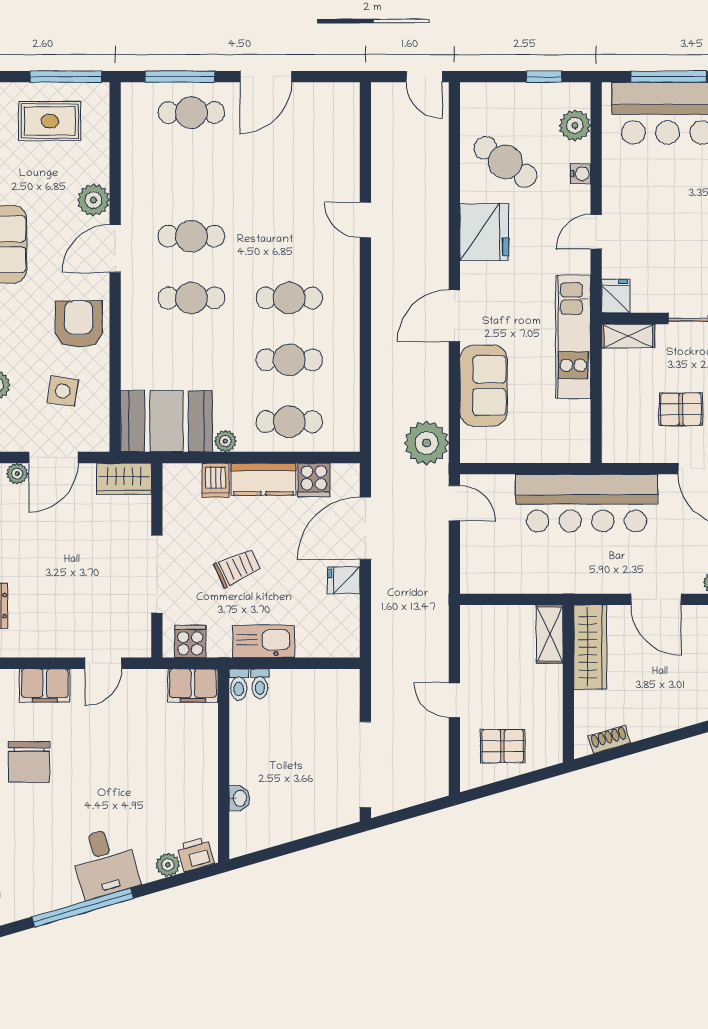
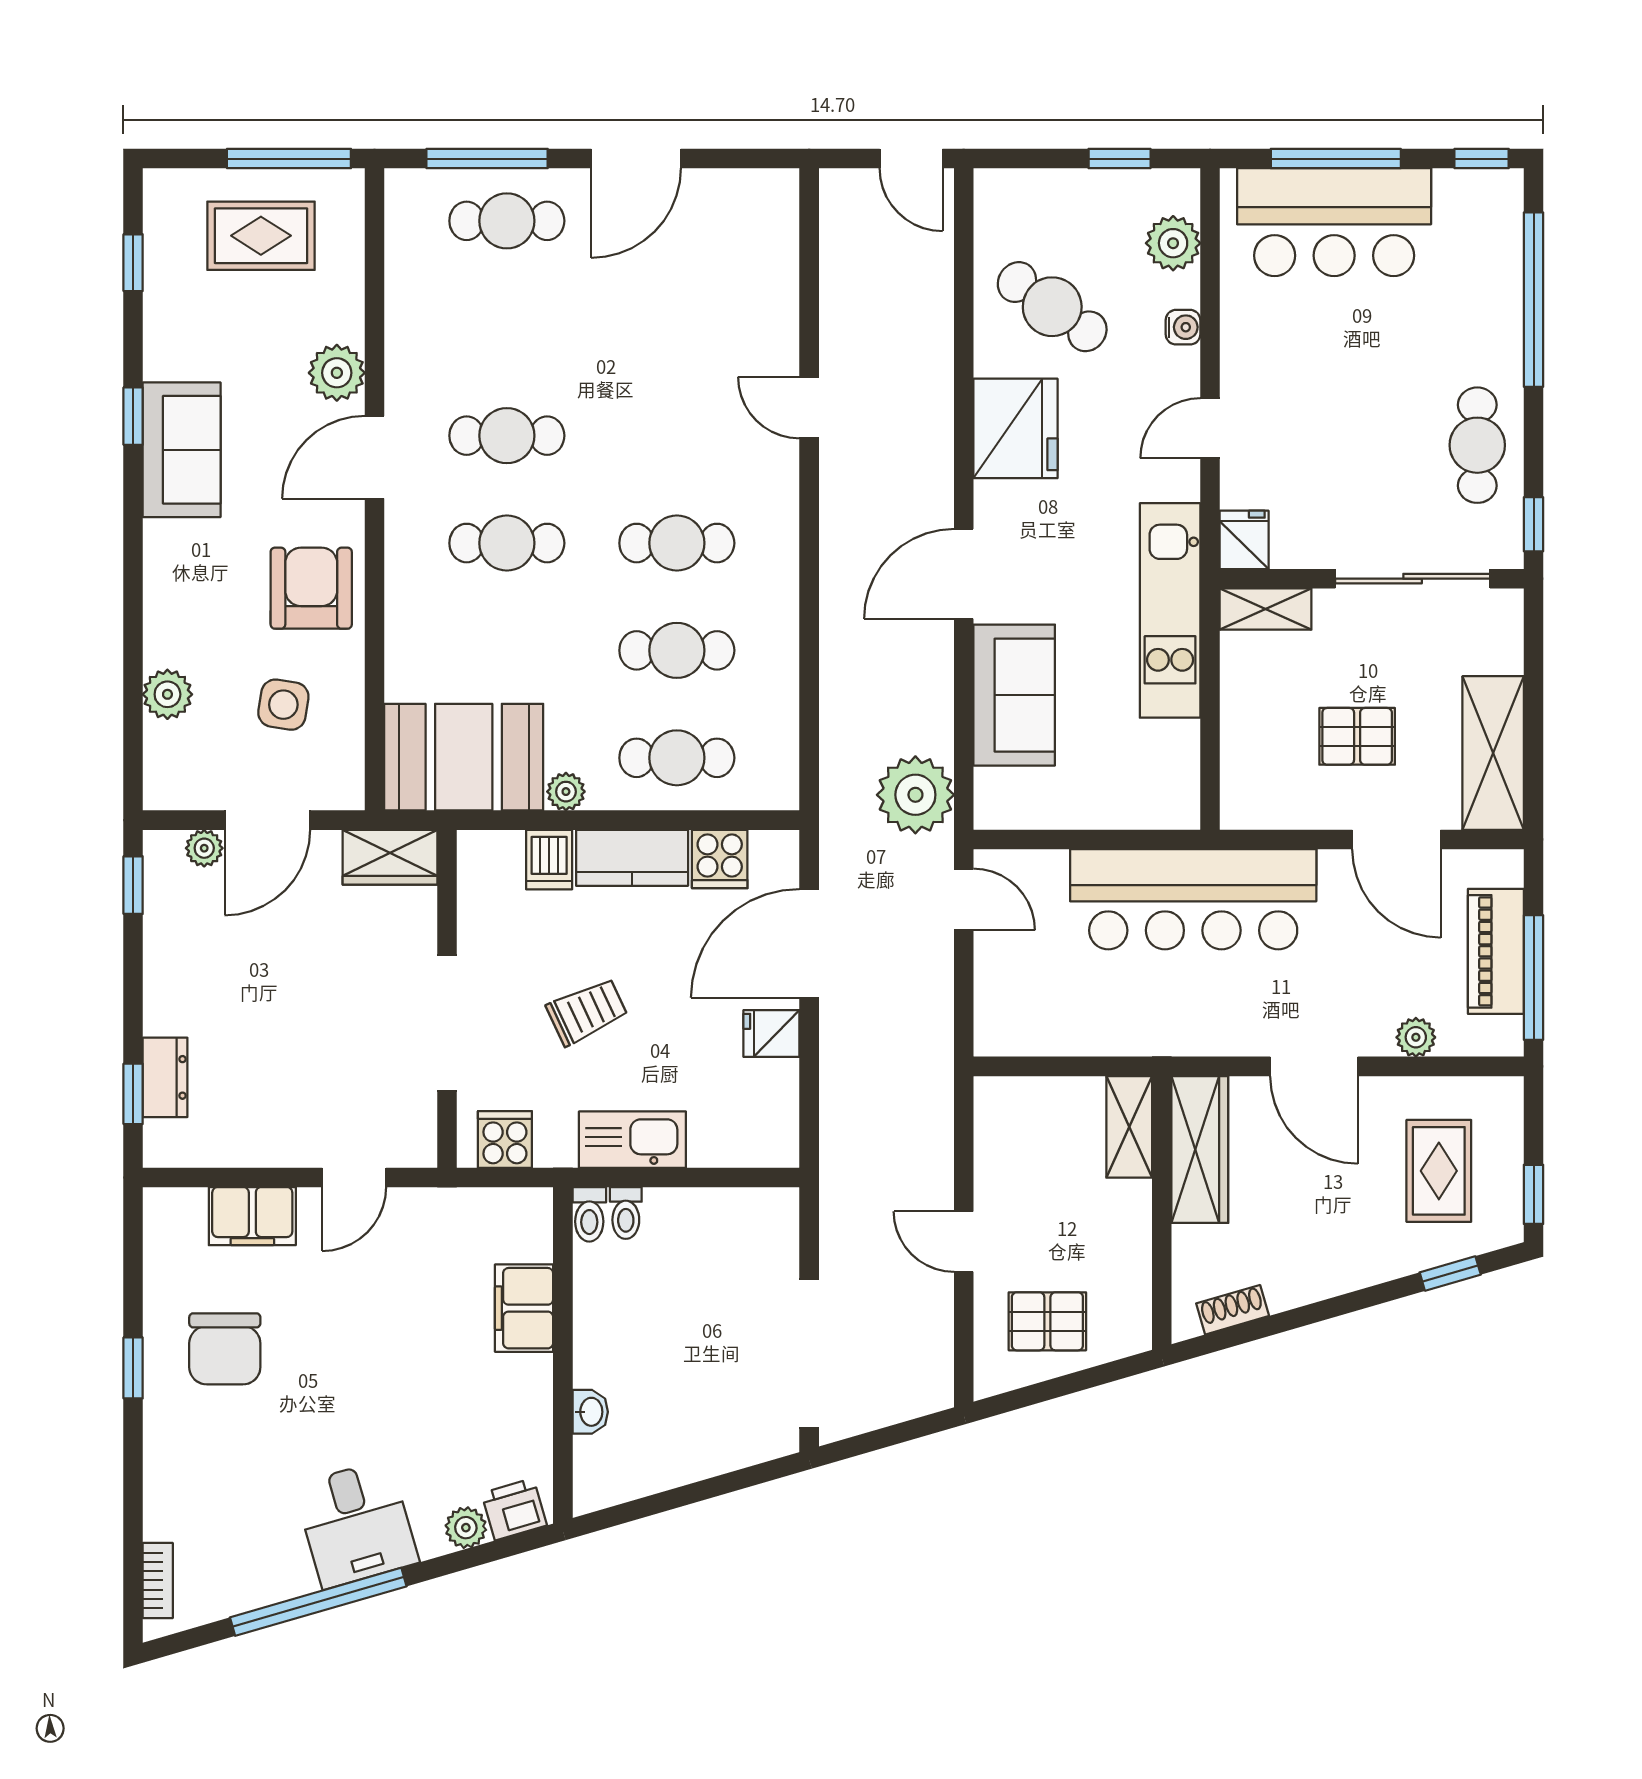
filing cabinet: (193, 686) -> (524, 1308), moved, turned 90

